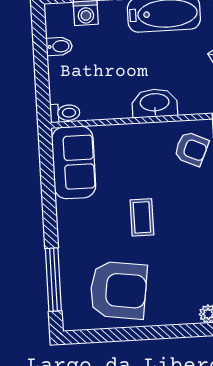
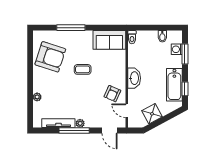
window: (53, 280) -> (71, 28), moved
armchair: (118, 290) -> (50, 57), turned -80

